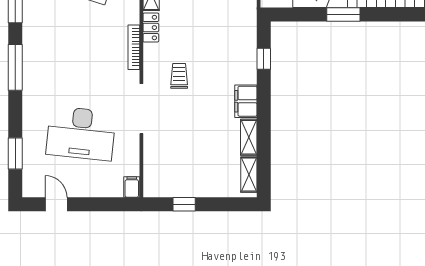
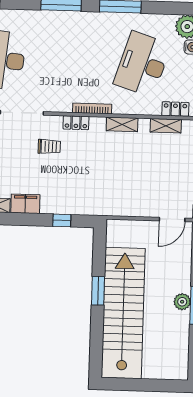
locker: (151, 28) -> (76, 123), moved
bookcase: (134, 47) -> (92, 109), moved

